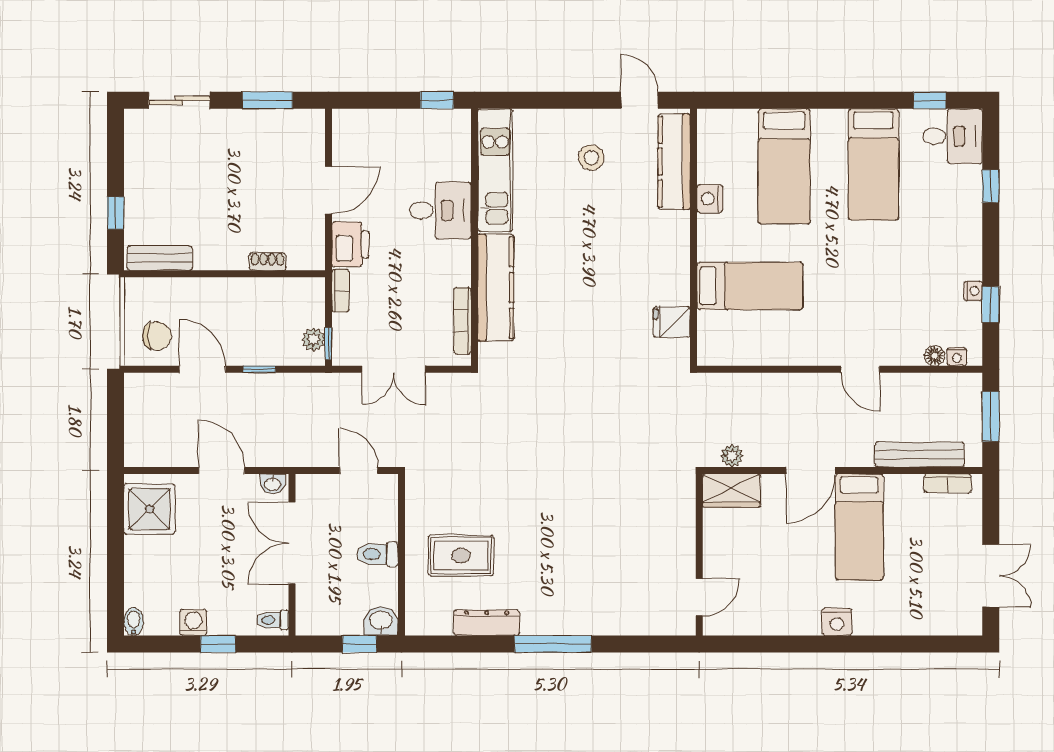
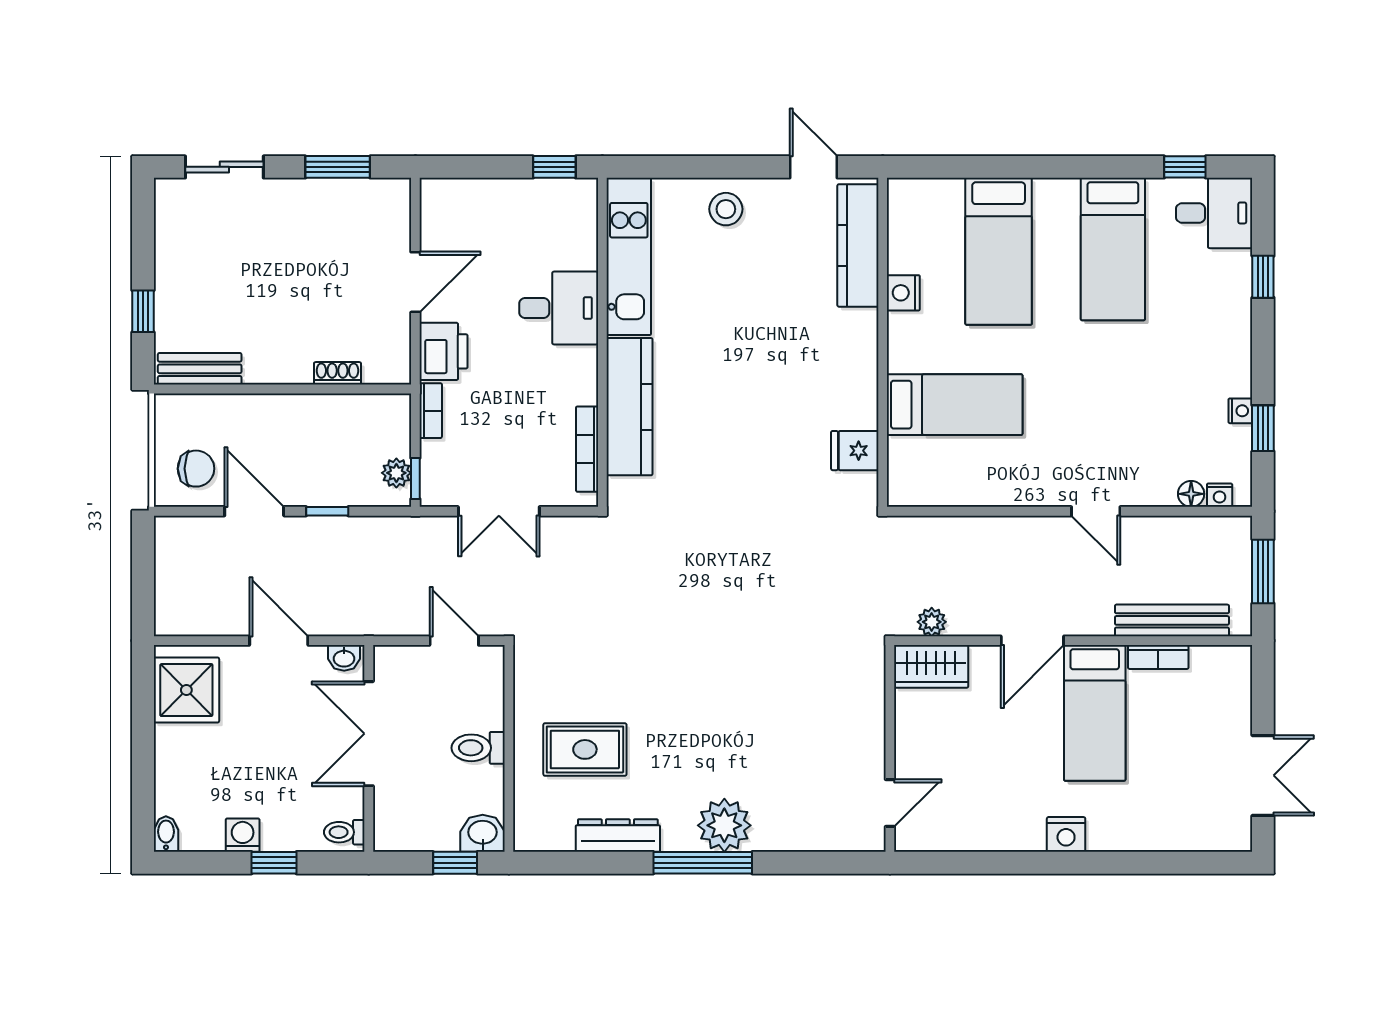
stool: (591, 158) -> (726, 209), moved
bookcase: (948, 483) -> (1158, 657), moved
plant: (570, 615) -> (724, 825), added

